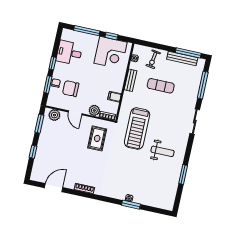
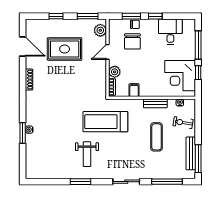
chair: (71, 89) -> (132, 41), turned 180
rug: (97, 138) -> (65, 49), moved, width x1.36, depth x1.43
window: (183, 174) -> (80, 182), moved

